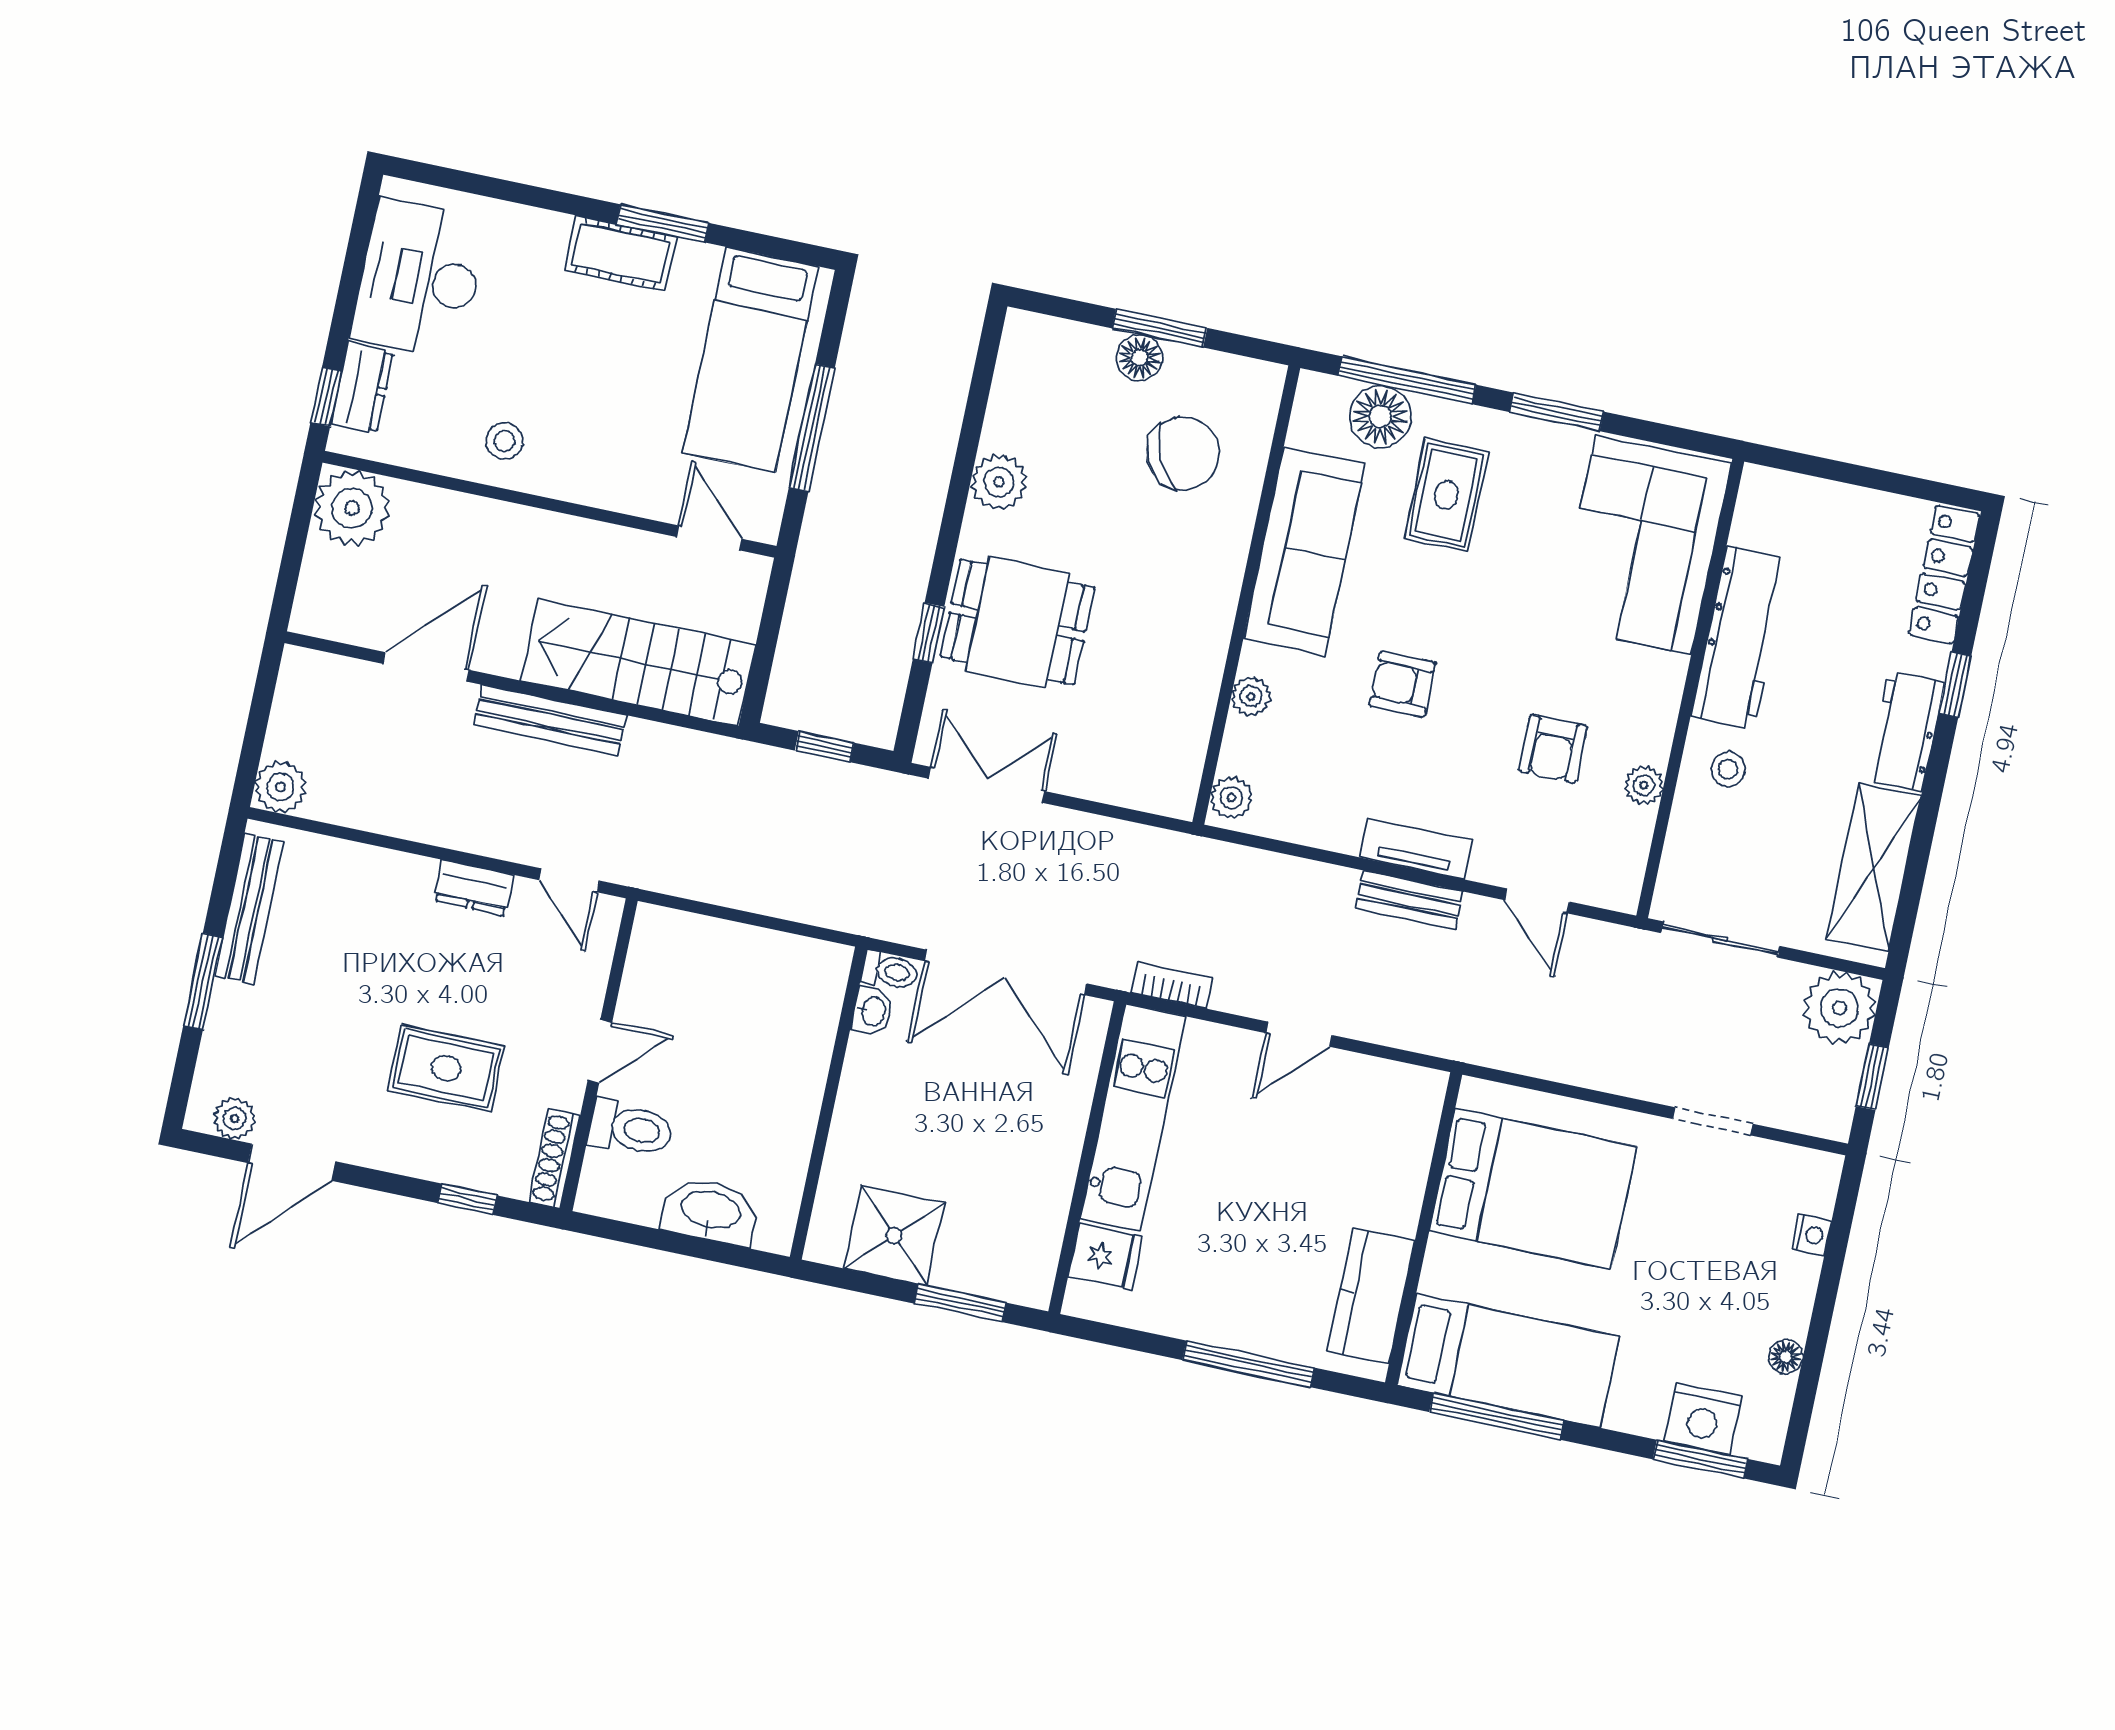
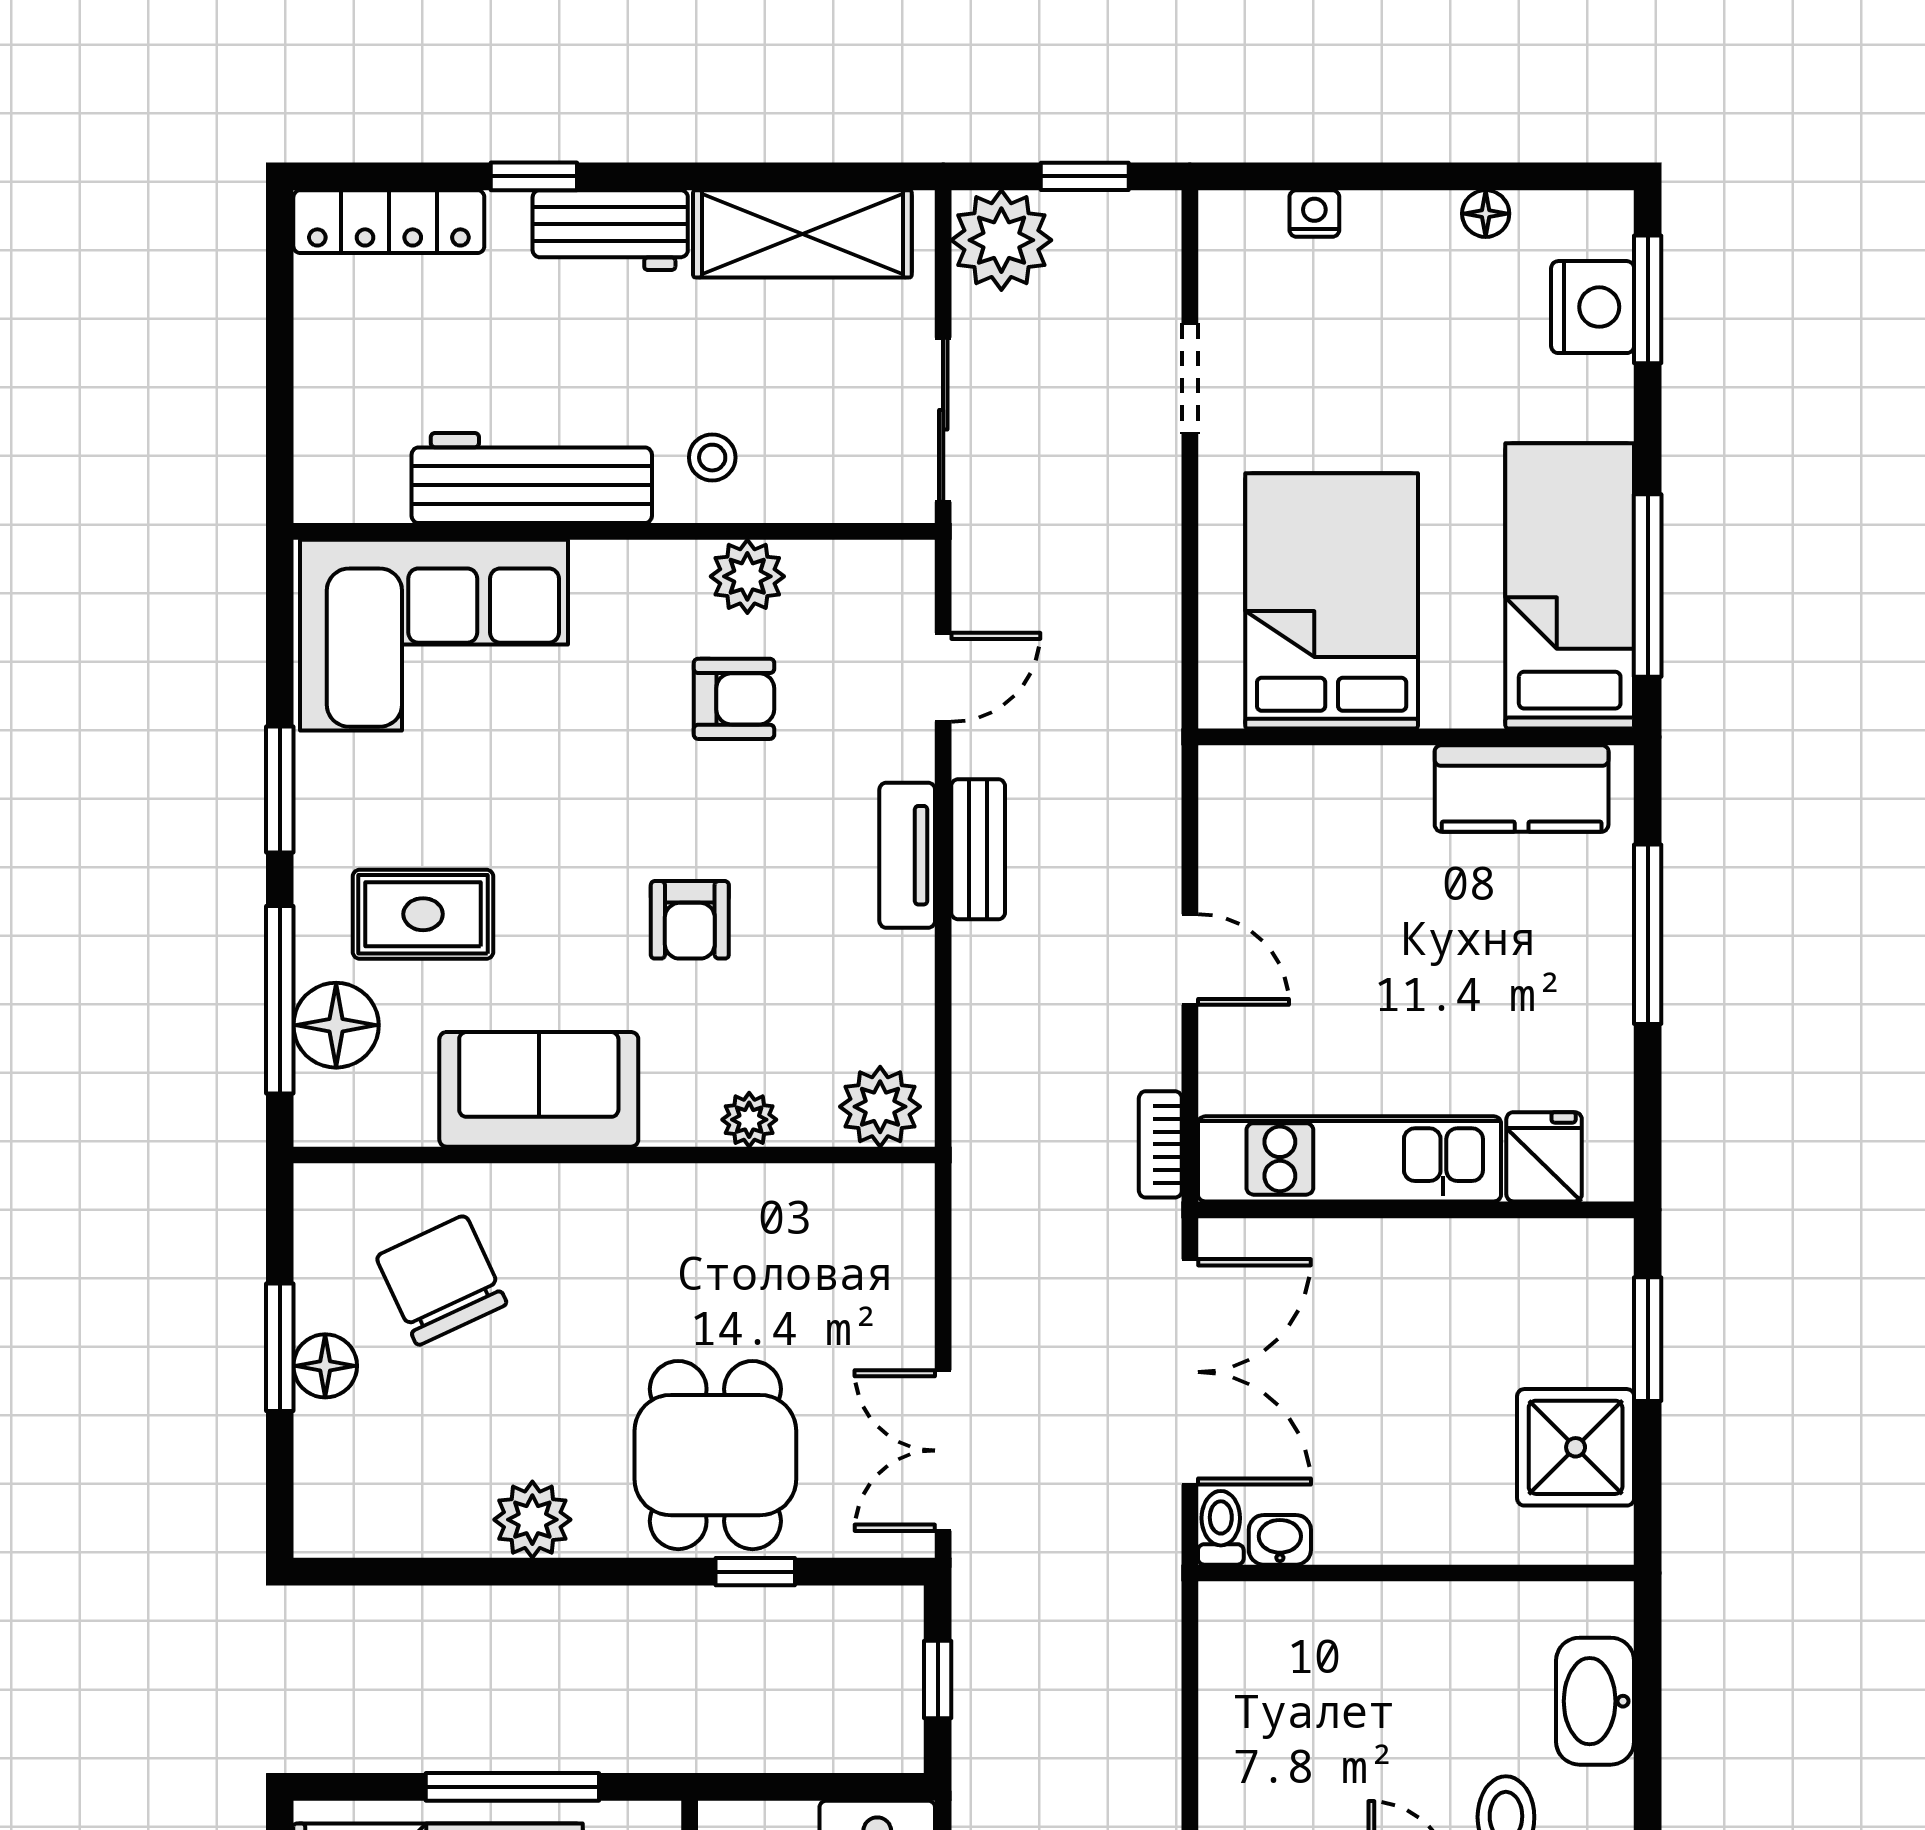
sofa: (1304, 551) -> (539, 1089), width x0.73
plant: (1644, 785) -> (747, 576), width x1.38, depth x1.38
plant: (1231, 798) -> (880, 1107), width x1.38, depth x1.38

